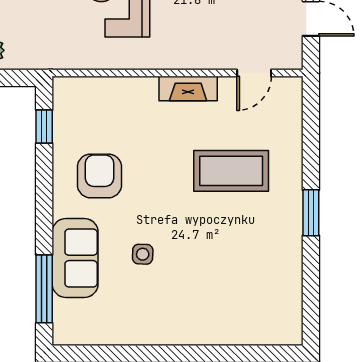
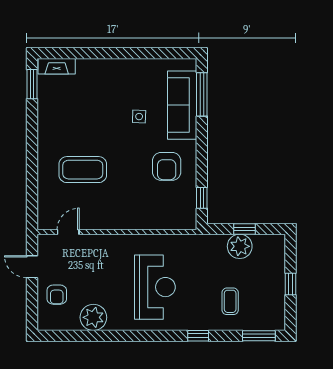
fireplace: (188, 89) -> (57, 66), moved, turned 180
window: (311, 213) -> (32, 84), moved
sofa: (75, 258) -> (182, 105), width x1.36

